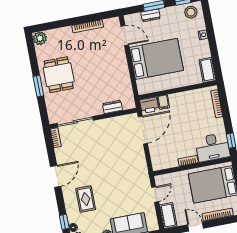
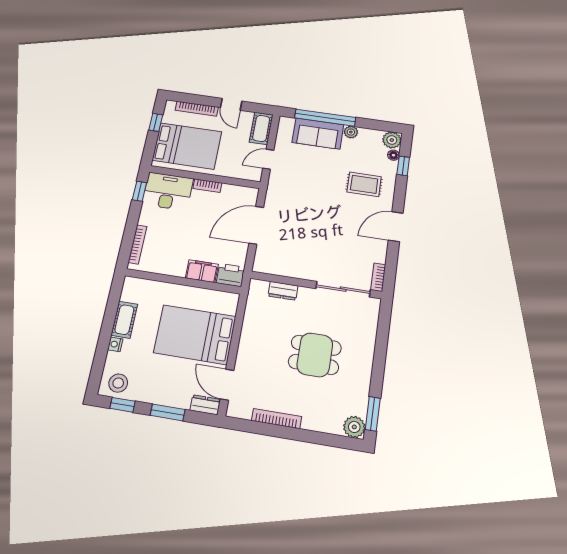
dresser: (151, 15) -> (205, 405), moved
cot: (207, 70) -> (124, 320), moved
dining table: (59, 75) -> (315, 355), moved, turned 90
window: (38, 86) -> (373, 414), moved
filing cabinet: (163, 102) -> (202, 271), width x2.00
door: (143, 130) -> (256, 225), moved
rug: (86, 199) -> (364, 184), turned 90

